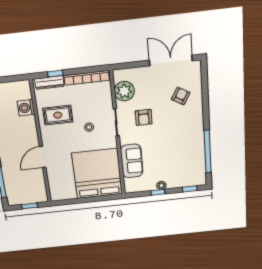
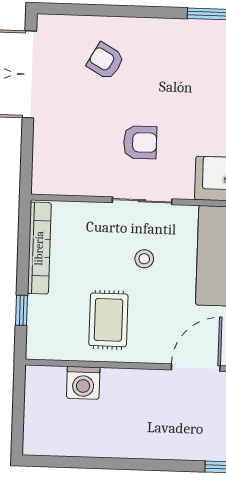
dresser: (49, 83) -> (38, 325), removed
plant: (124, 91) -> (78, 175), removed
door: (43, 157) -> (196, 368), swing flipped

